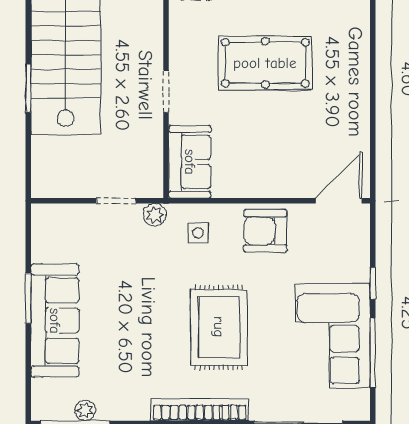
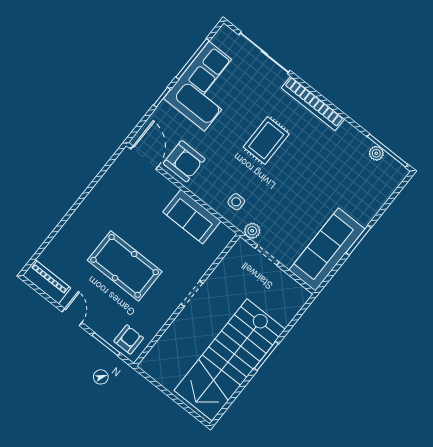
sofa: (190, 162) -> (192, 217), moved, turned -90
door: (339, 201) -> (145, 158), swing flipped
armchair: (265, 231) -> (184, 161), moved
sofa: (55, 321) -> (327, 249), moved
rug: (219, 327) -> (266, 140), width x0.73, depth x0.70

